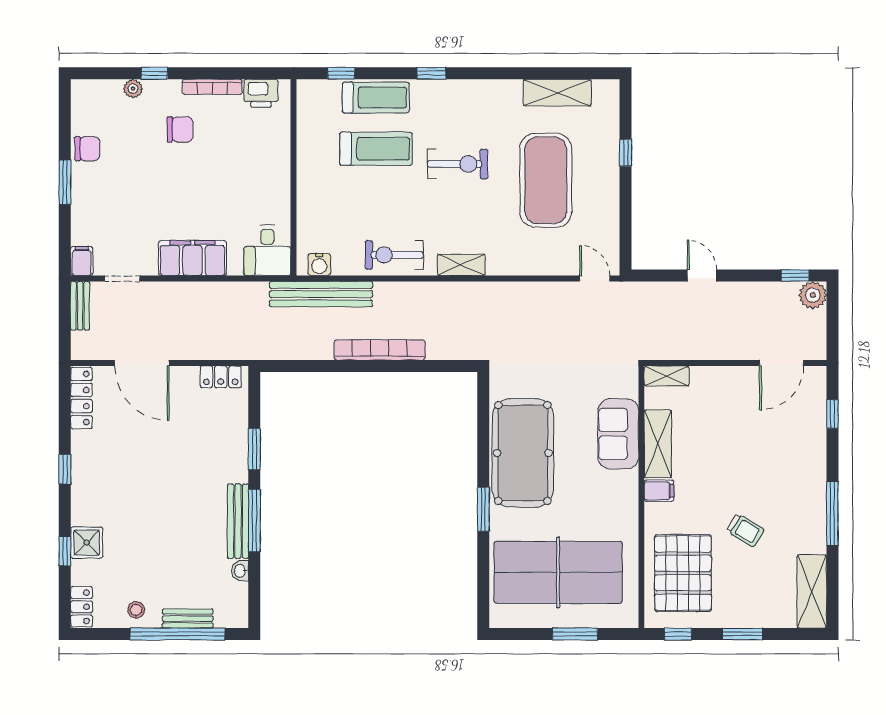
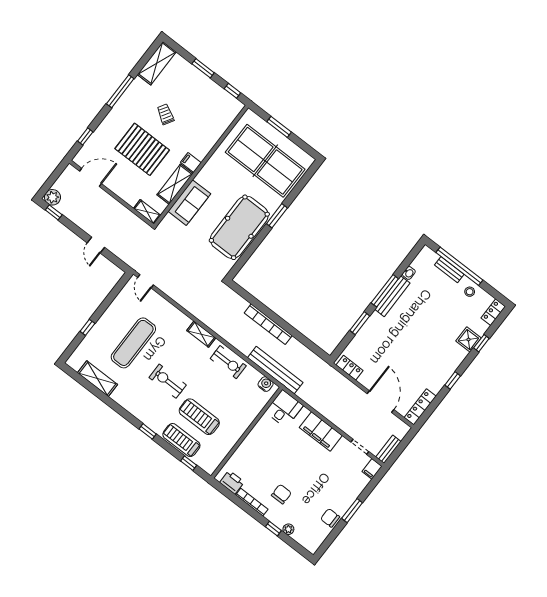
chair: (180, 130) -> (281, 494), turned 90
exercise mat: (546, 180) -> (133, 343), width x0.68
pallet: (683, 573) -> (142, 149), moved, turned 90

